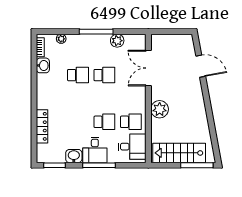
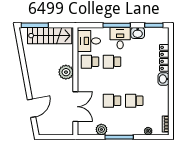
washbasin: (43, 65) -> (164, 79), moved
door: (201, 66) -> (32, 108), swing flipped

